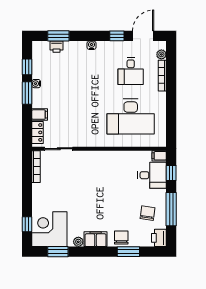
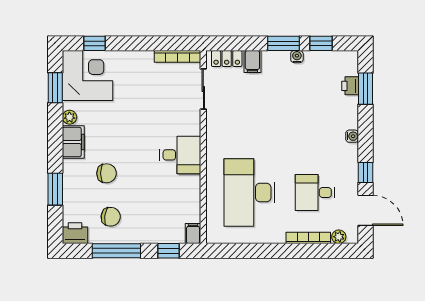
desk: (152, 175) -> (180, 155), moved, turned -90
chair: (121, 237) -> (107, 173), moved

